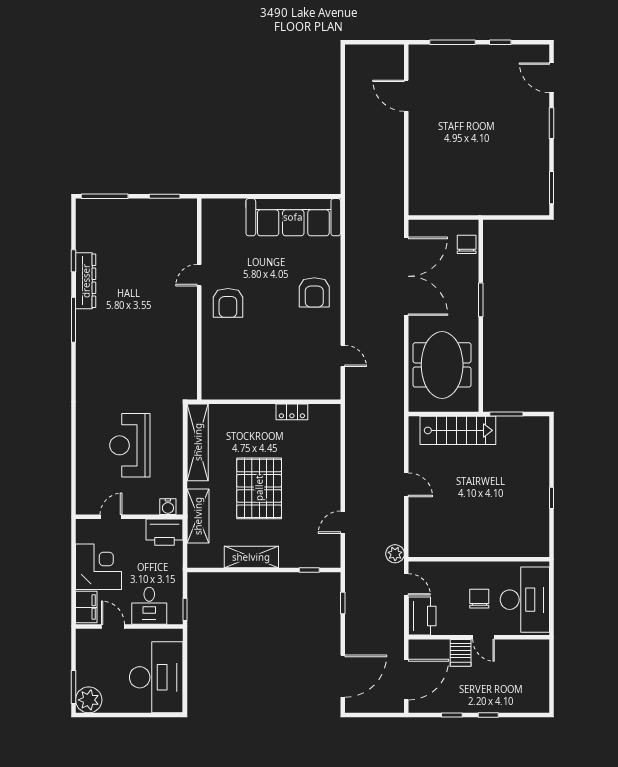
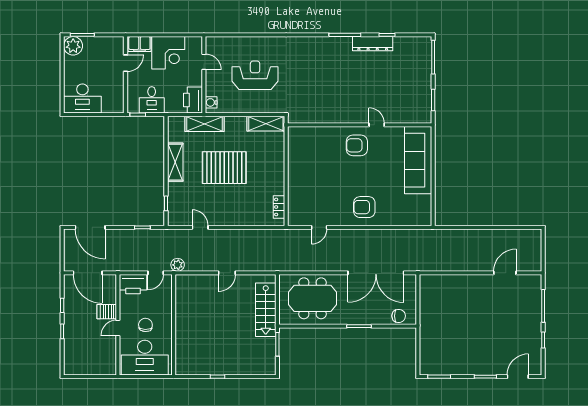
sofa: (293, 217) -> (418, 160), moved
locker: (292, 412) -> (279, 207), moved
shelving: (198, 442) -> (266, 124), width x0.68
chair: (479, 599) -> (145, 325), turned -88
desk: (149, 606) -> (152, 100), moved, turned -90
desk: (156, 677) -> (82, 98), width x0.73, depth x0.77

